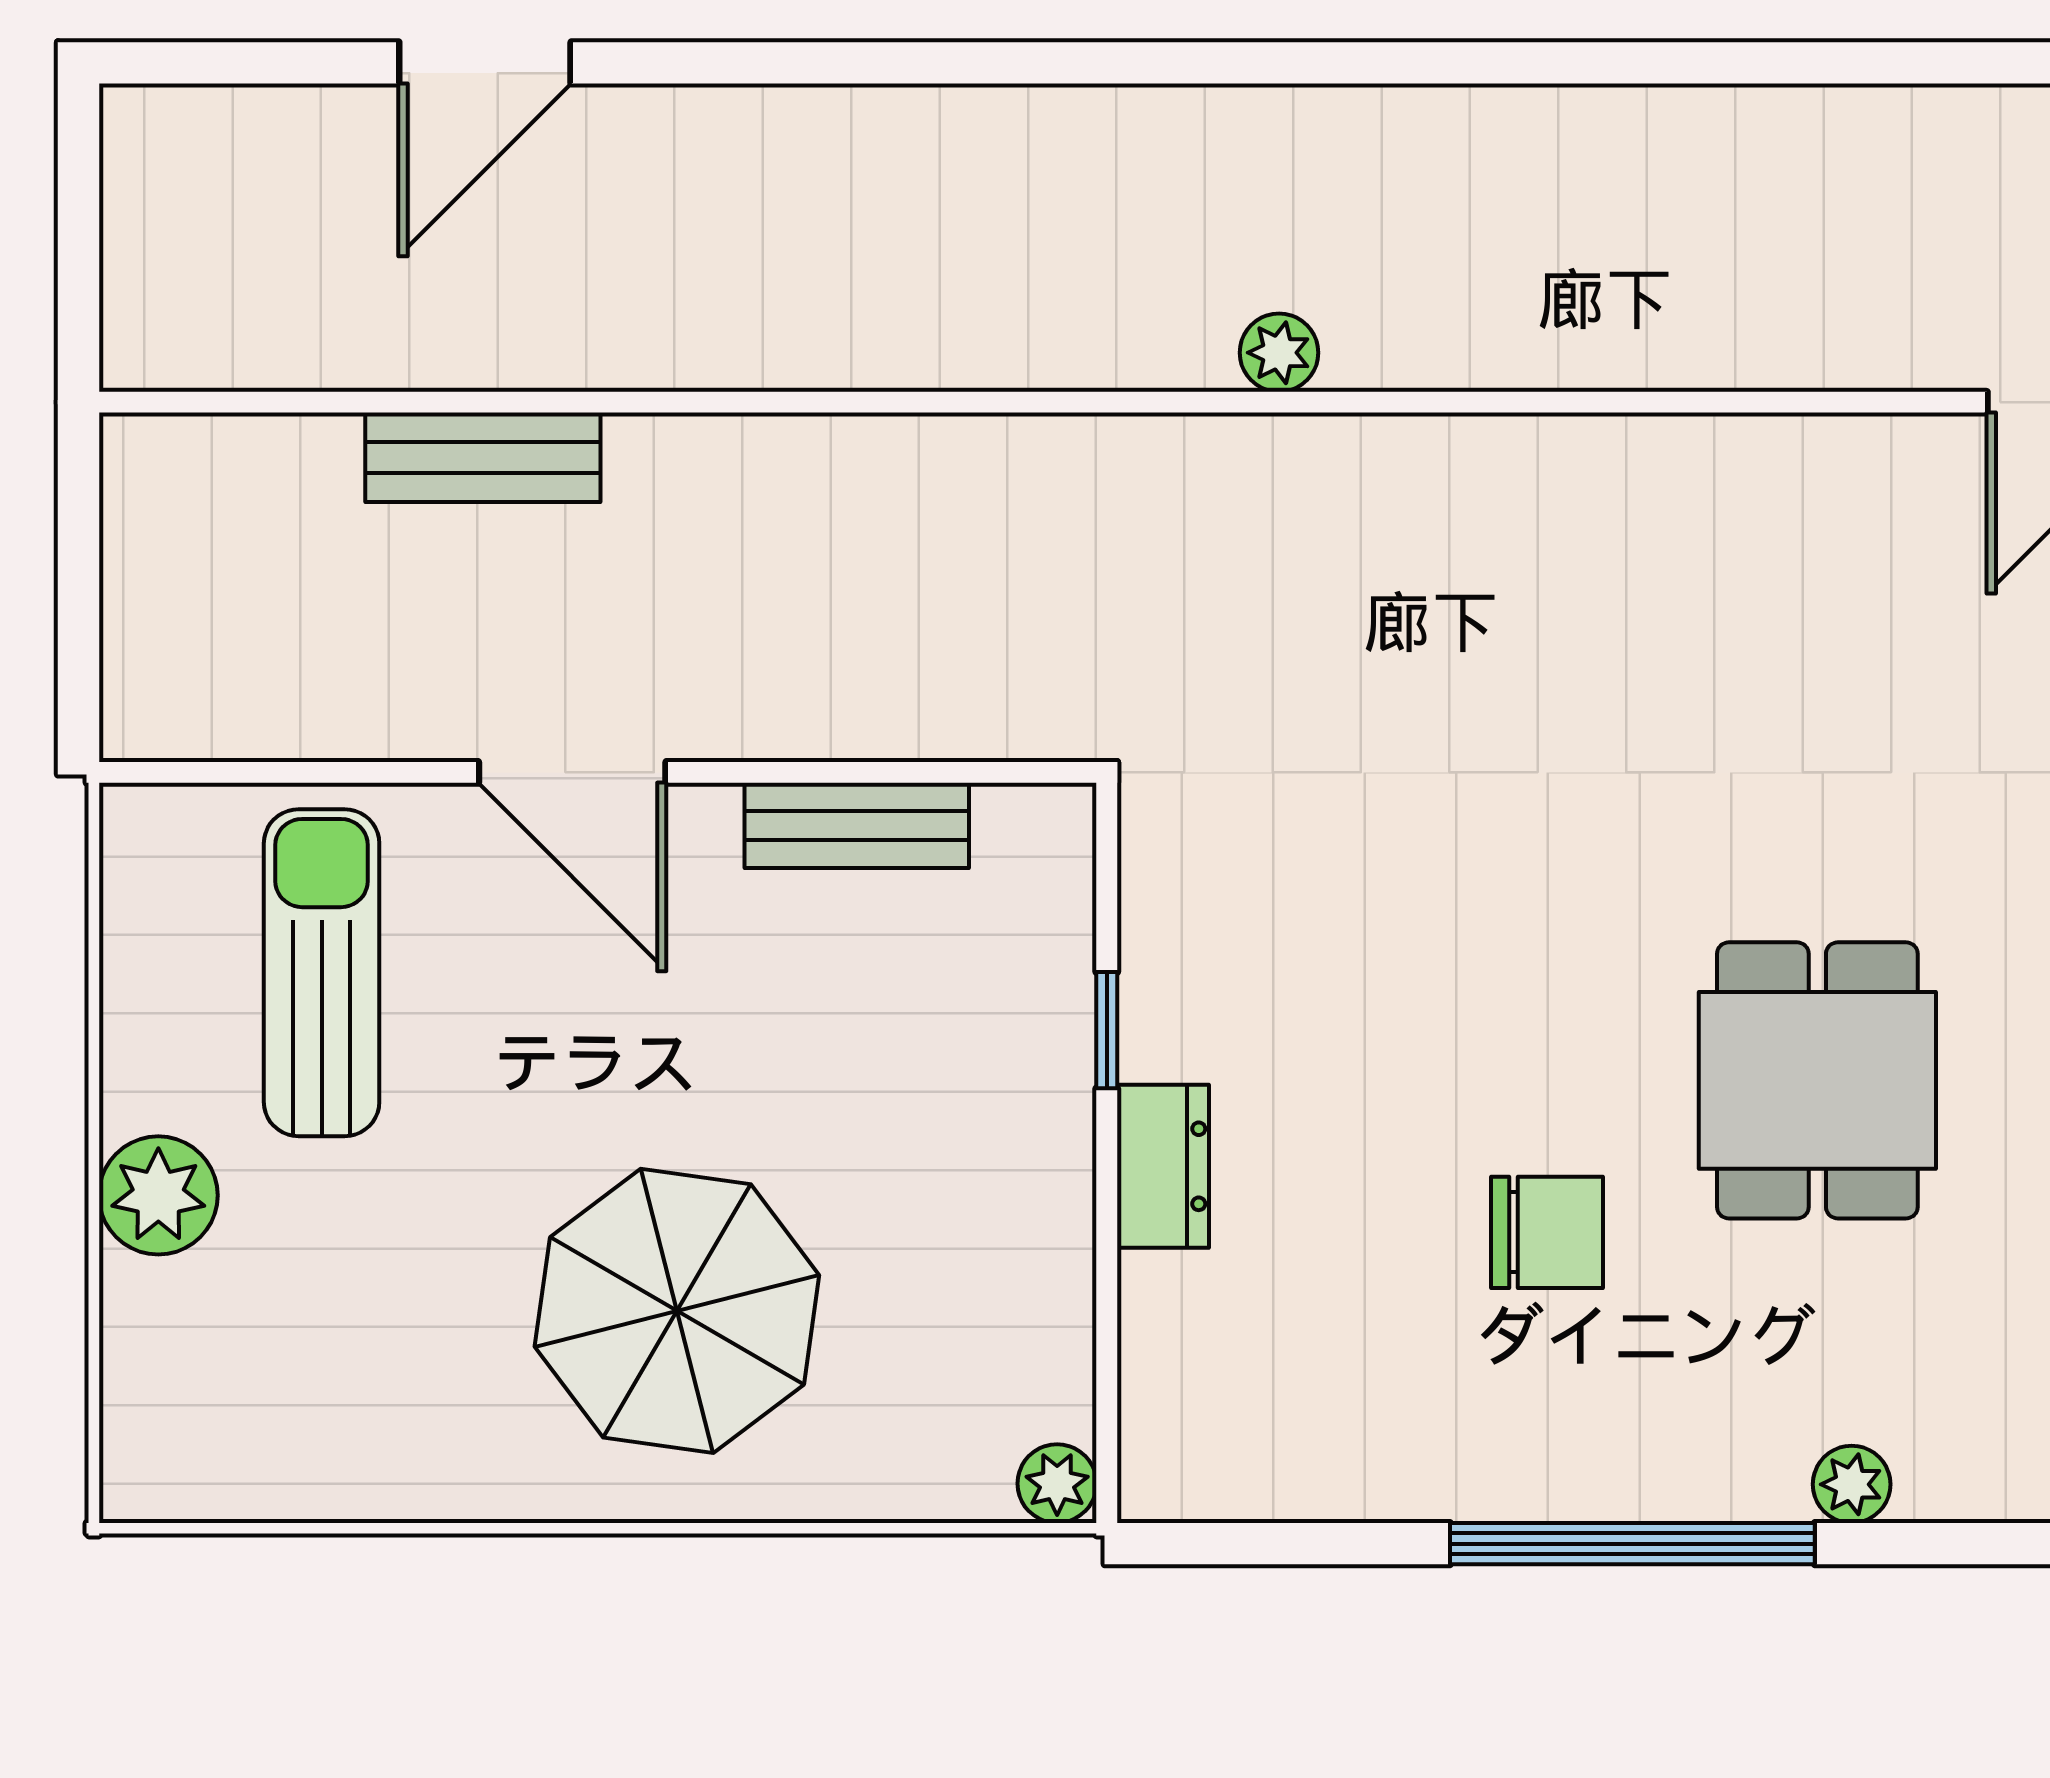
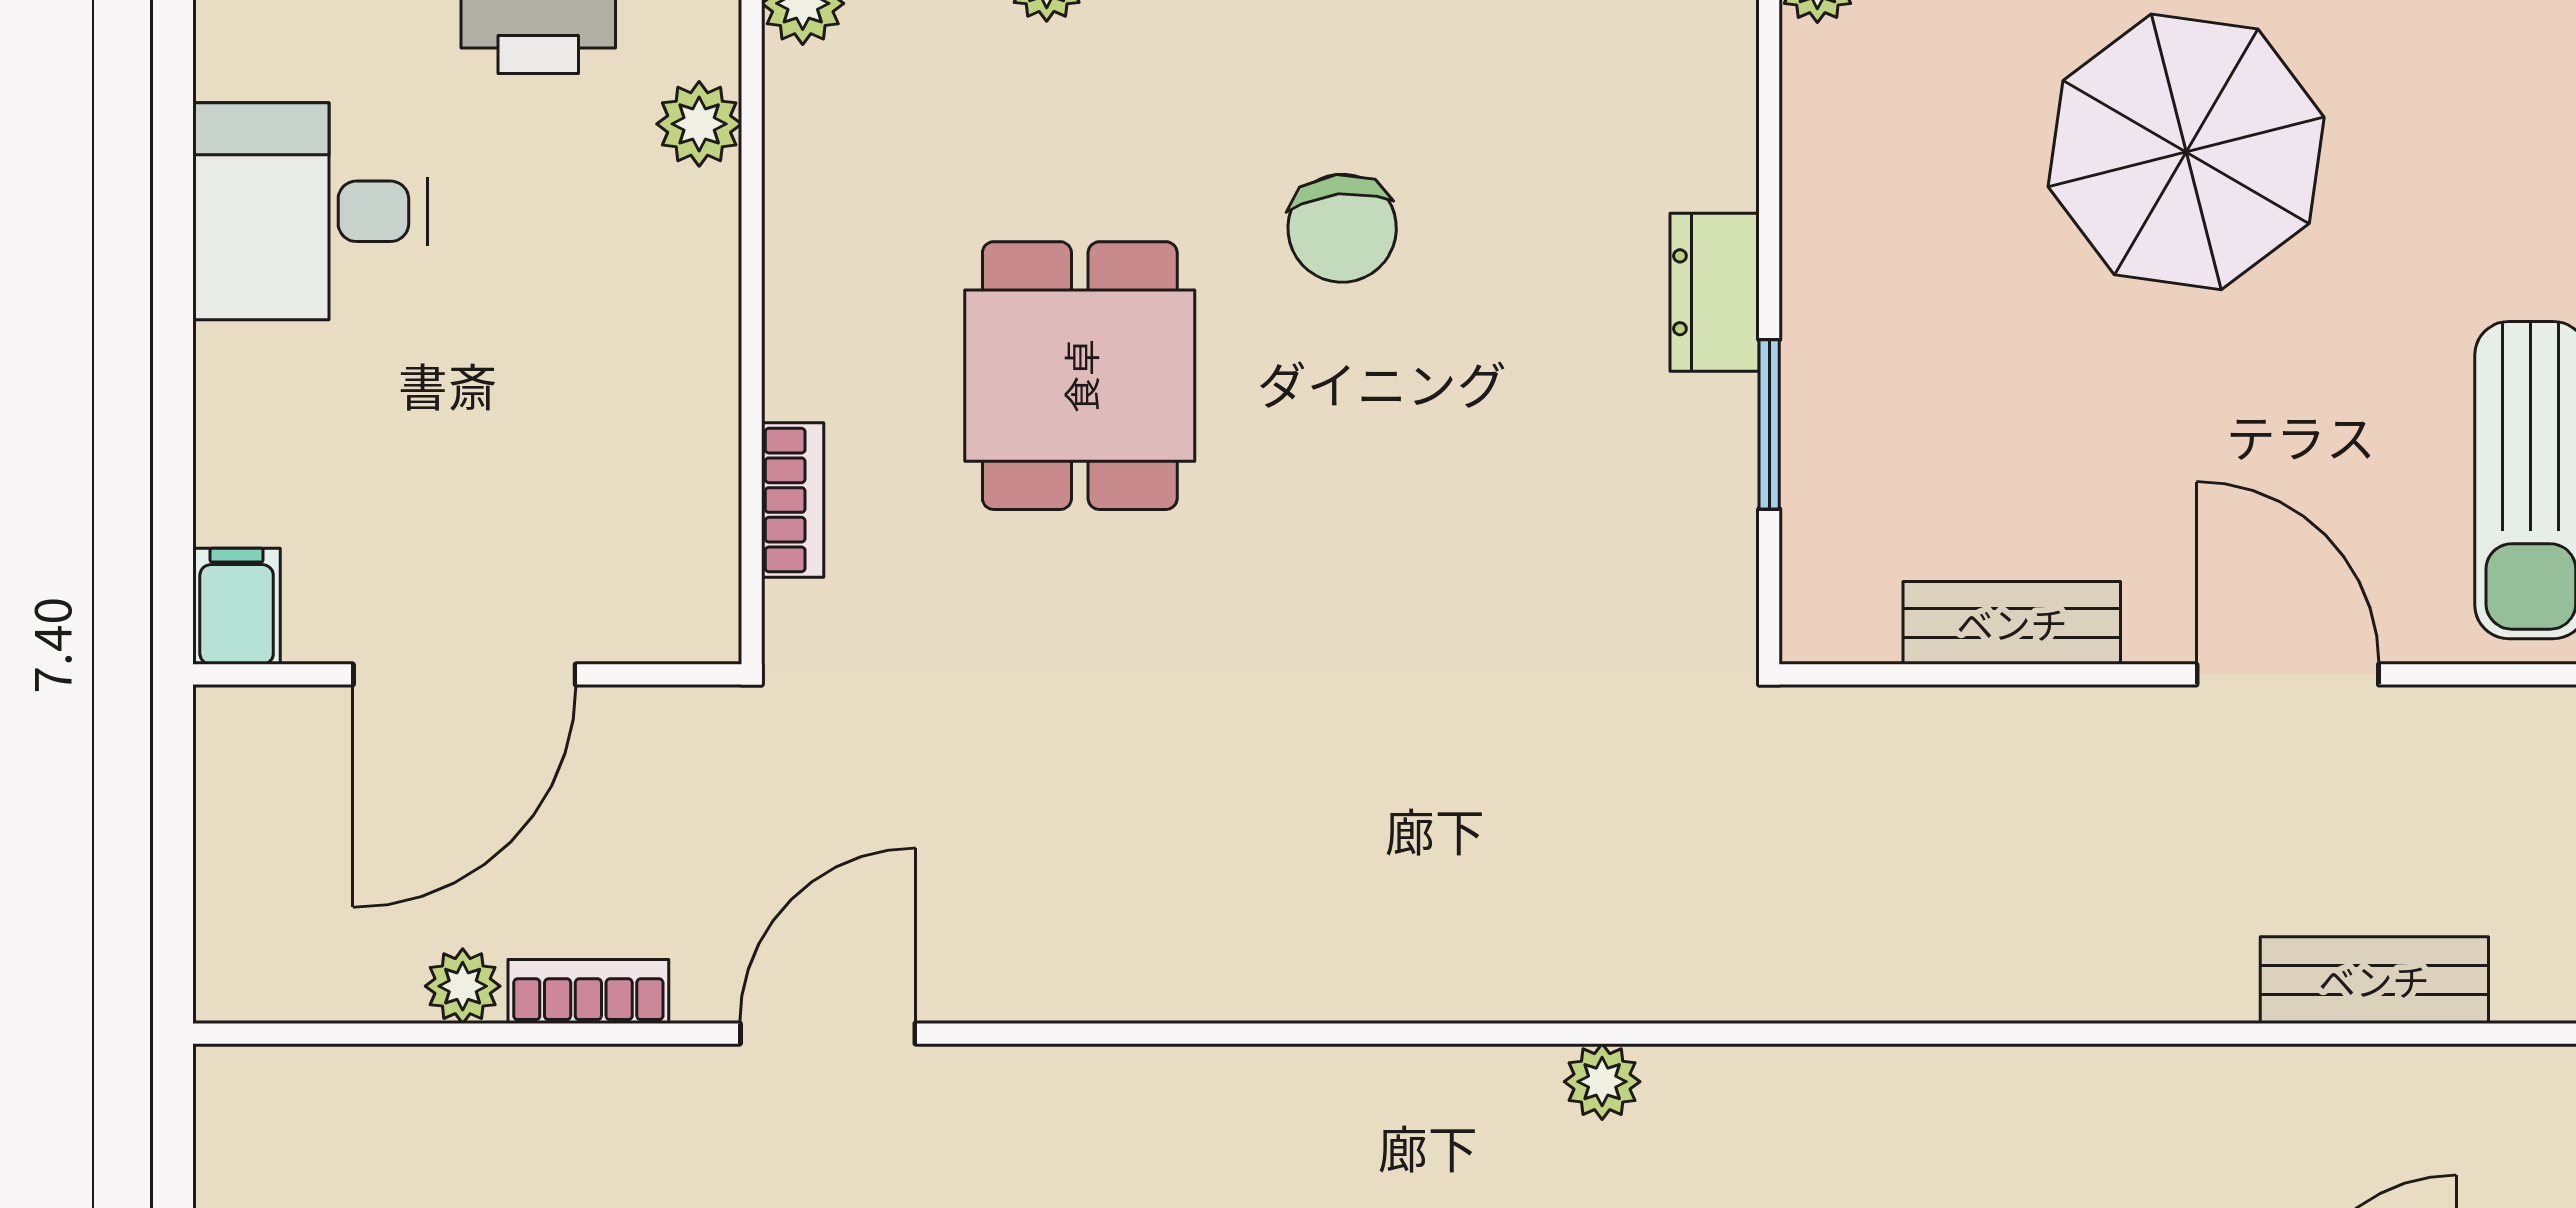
window: (1107, 1030) -> (1769, 424), width x1.50
chair: (1547, 1232) -> (1342, 228), turned -96

